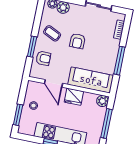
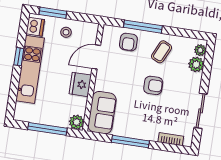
armchair: (77, 41) -> (153, 85), turned 180
window: (32, 47) -> (143, 27), width x1.44
sofa: (91, 80) -> (102, 113), width x0.73
dishwasher: (28, 129) -> (35, 27), added

